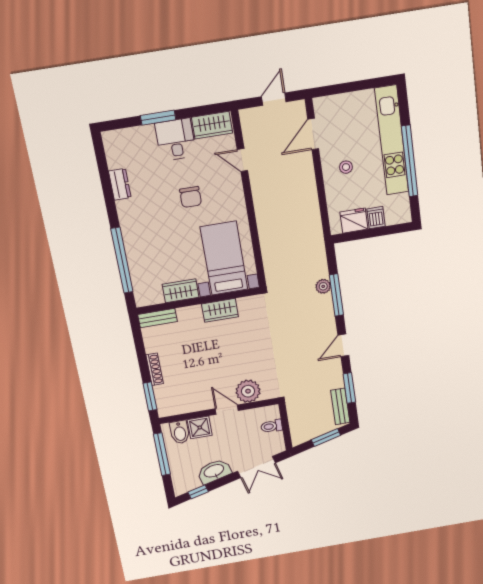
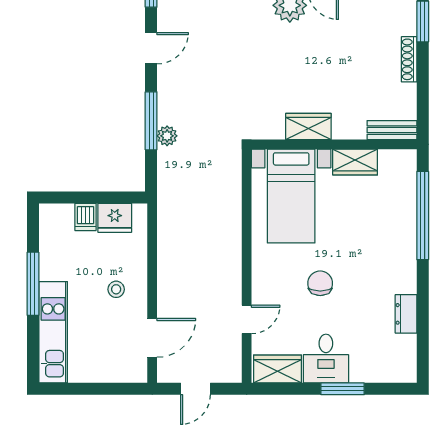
kitchen unit: (392, 140) -> (53, 332), width x0.73
door: (242, 160) -> (247, 319), hinge flipped
window: (410, 161) -> (33, 284), width x0.68

